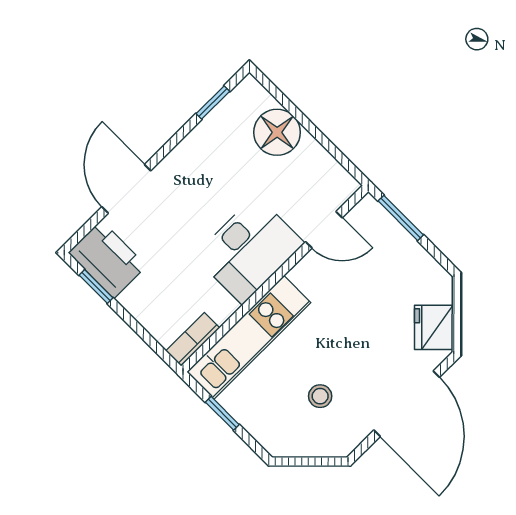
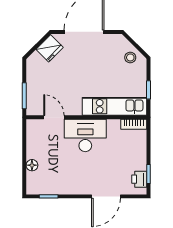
floor lamp: (277, 132) -> (32, 165), width x0.53, depth x0.53
printer: (107, 259) -> (139, 179), width x0.53, depth x0.68
stool: (320, 396) -> (130, 57), moved

